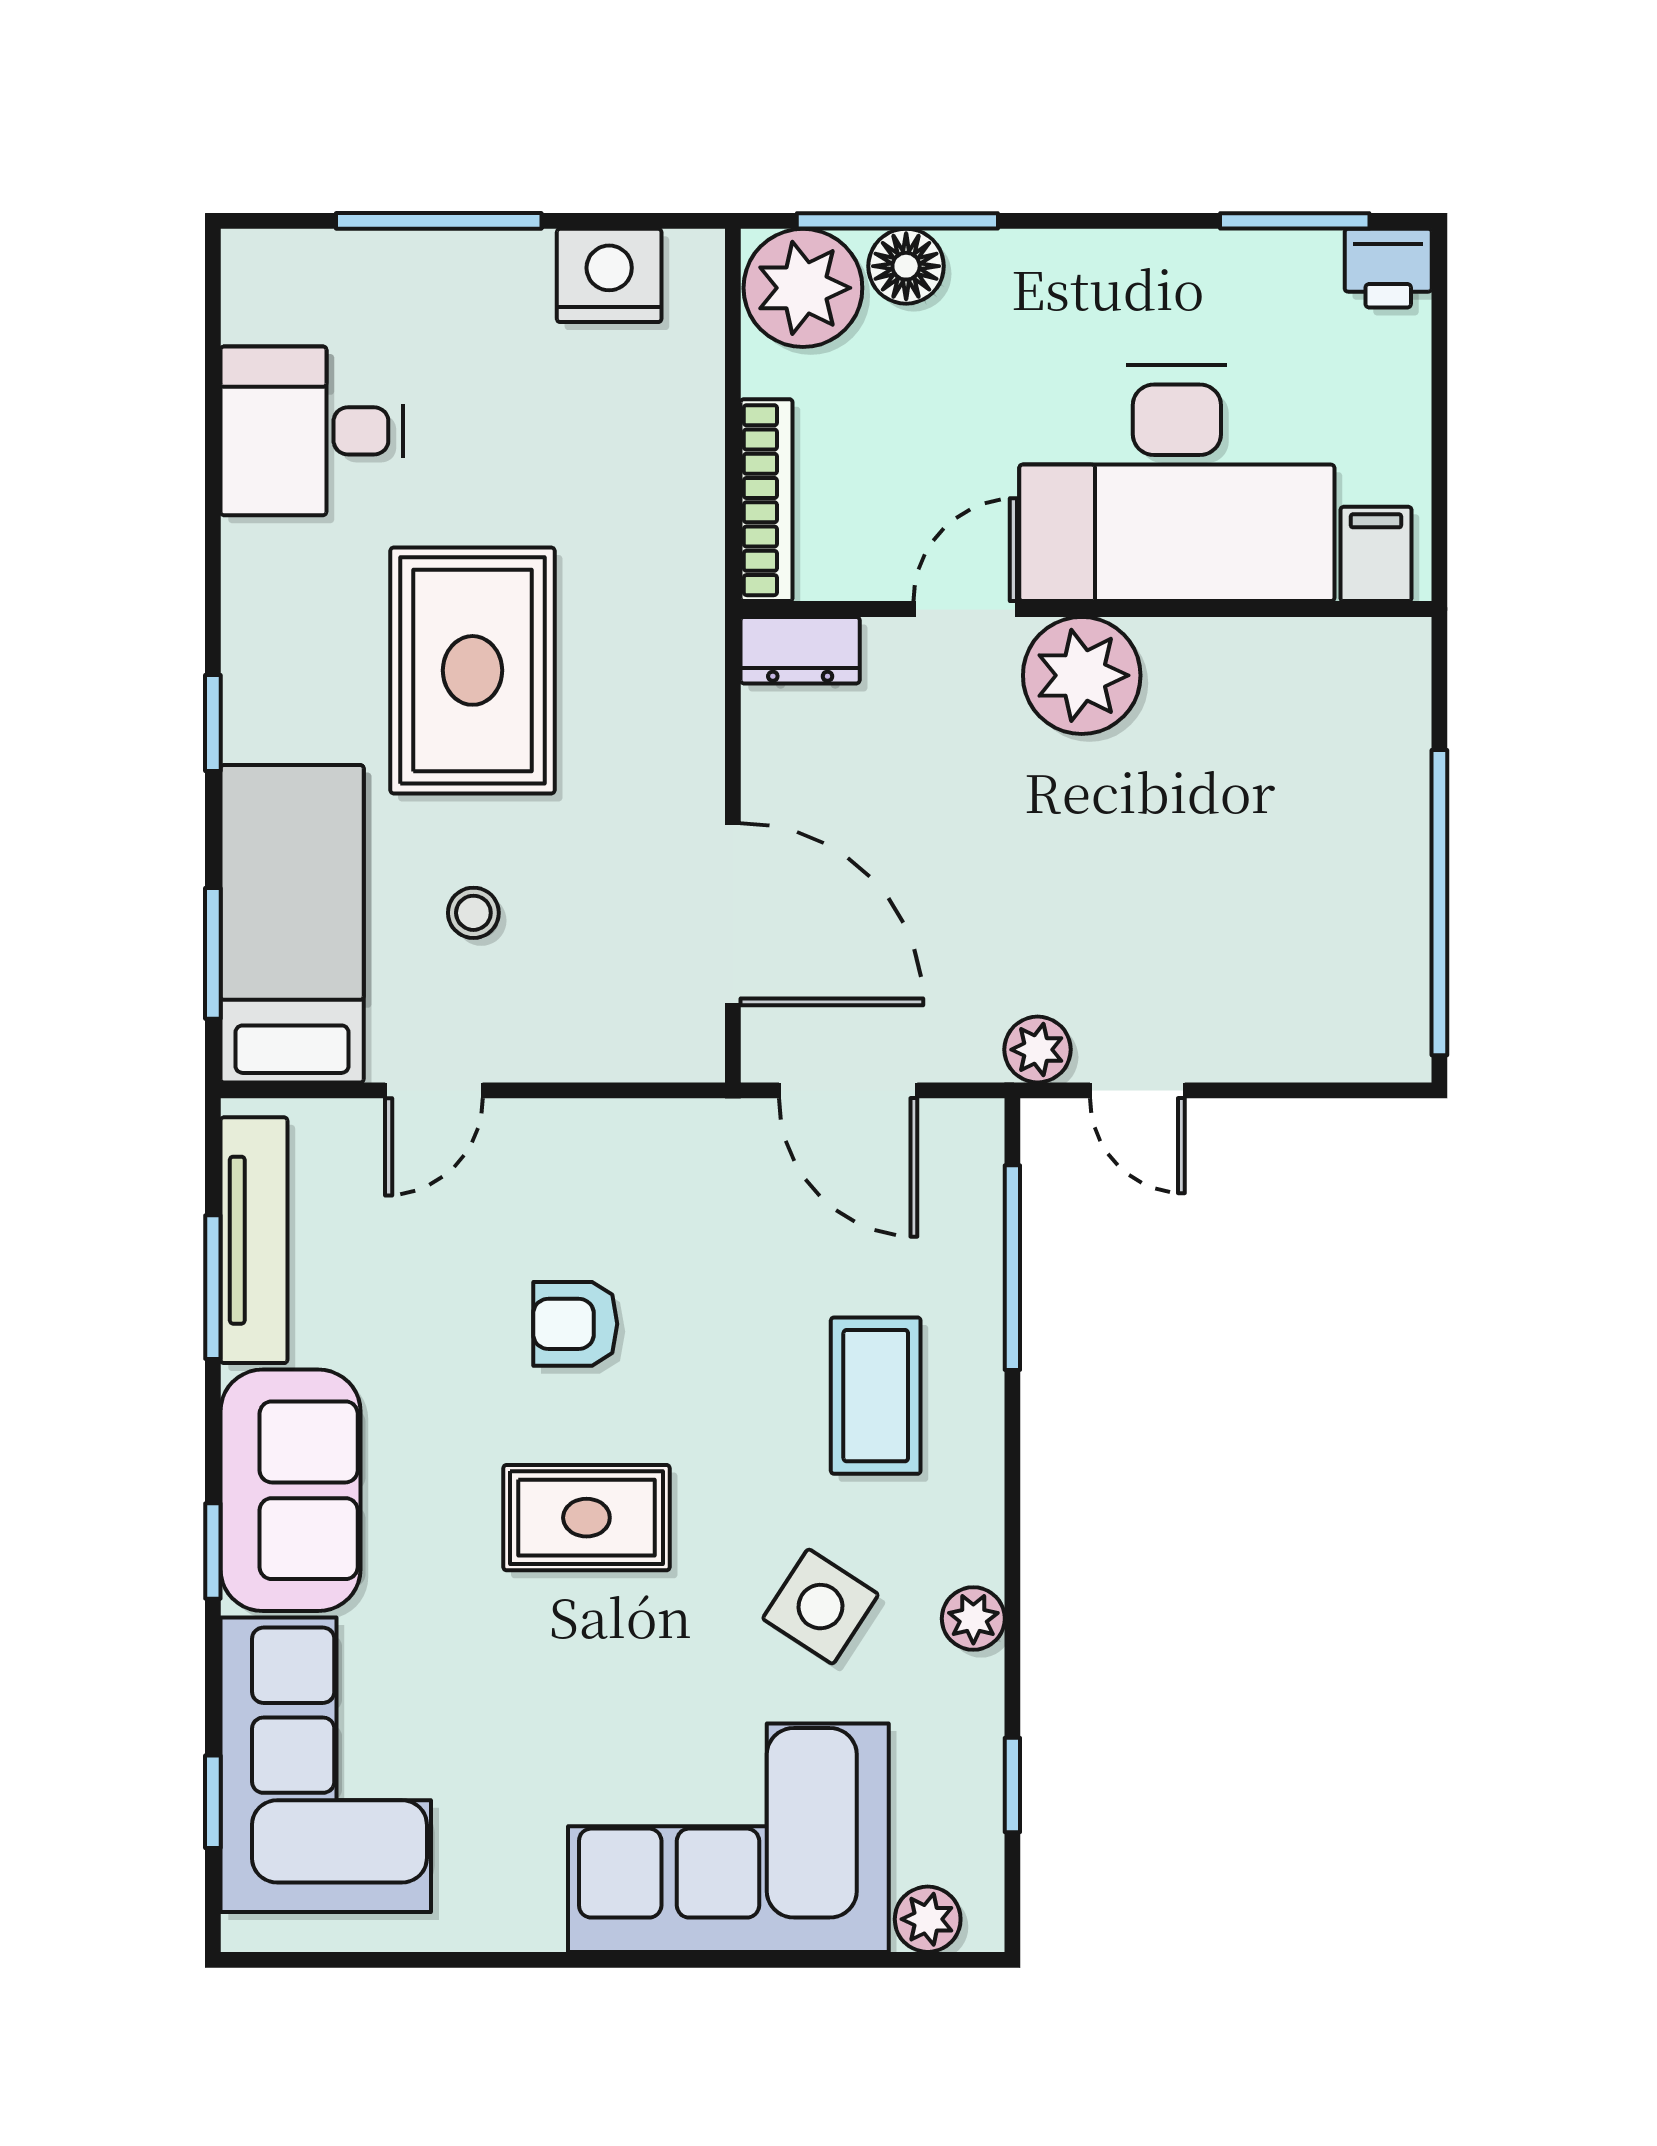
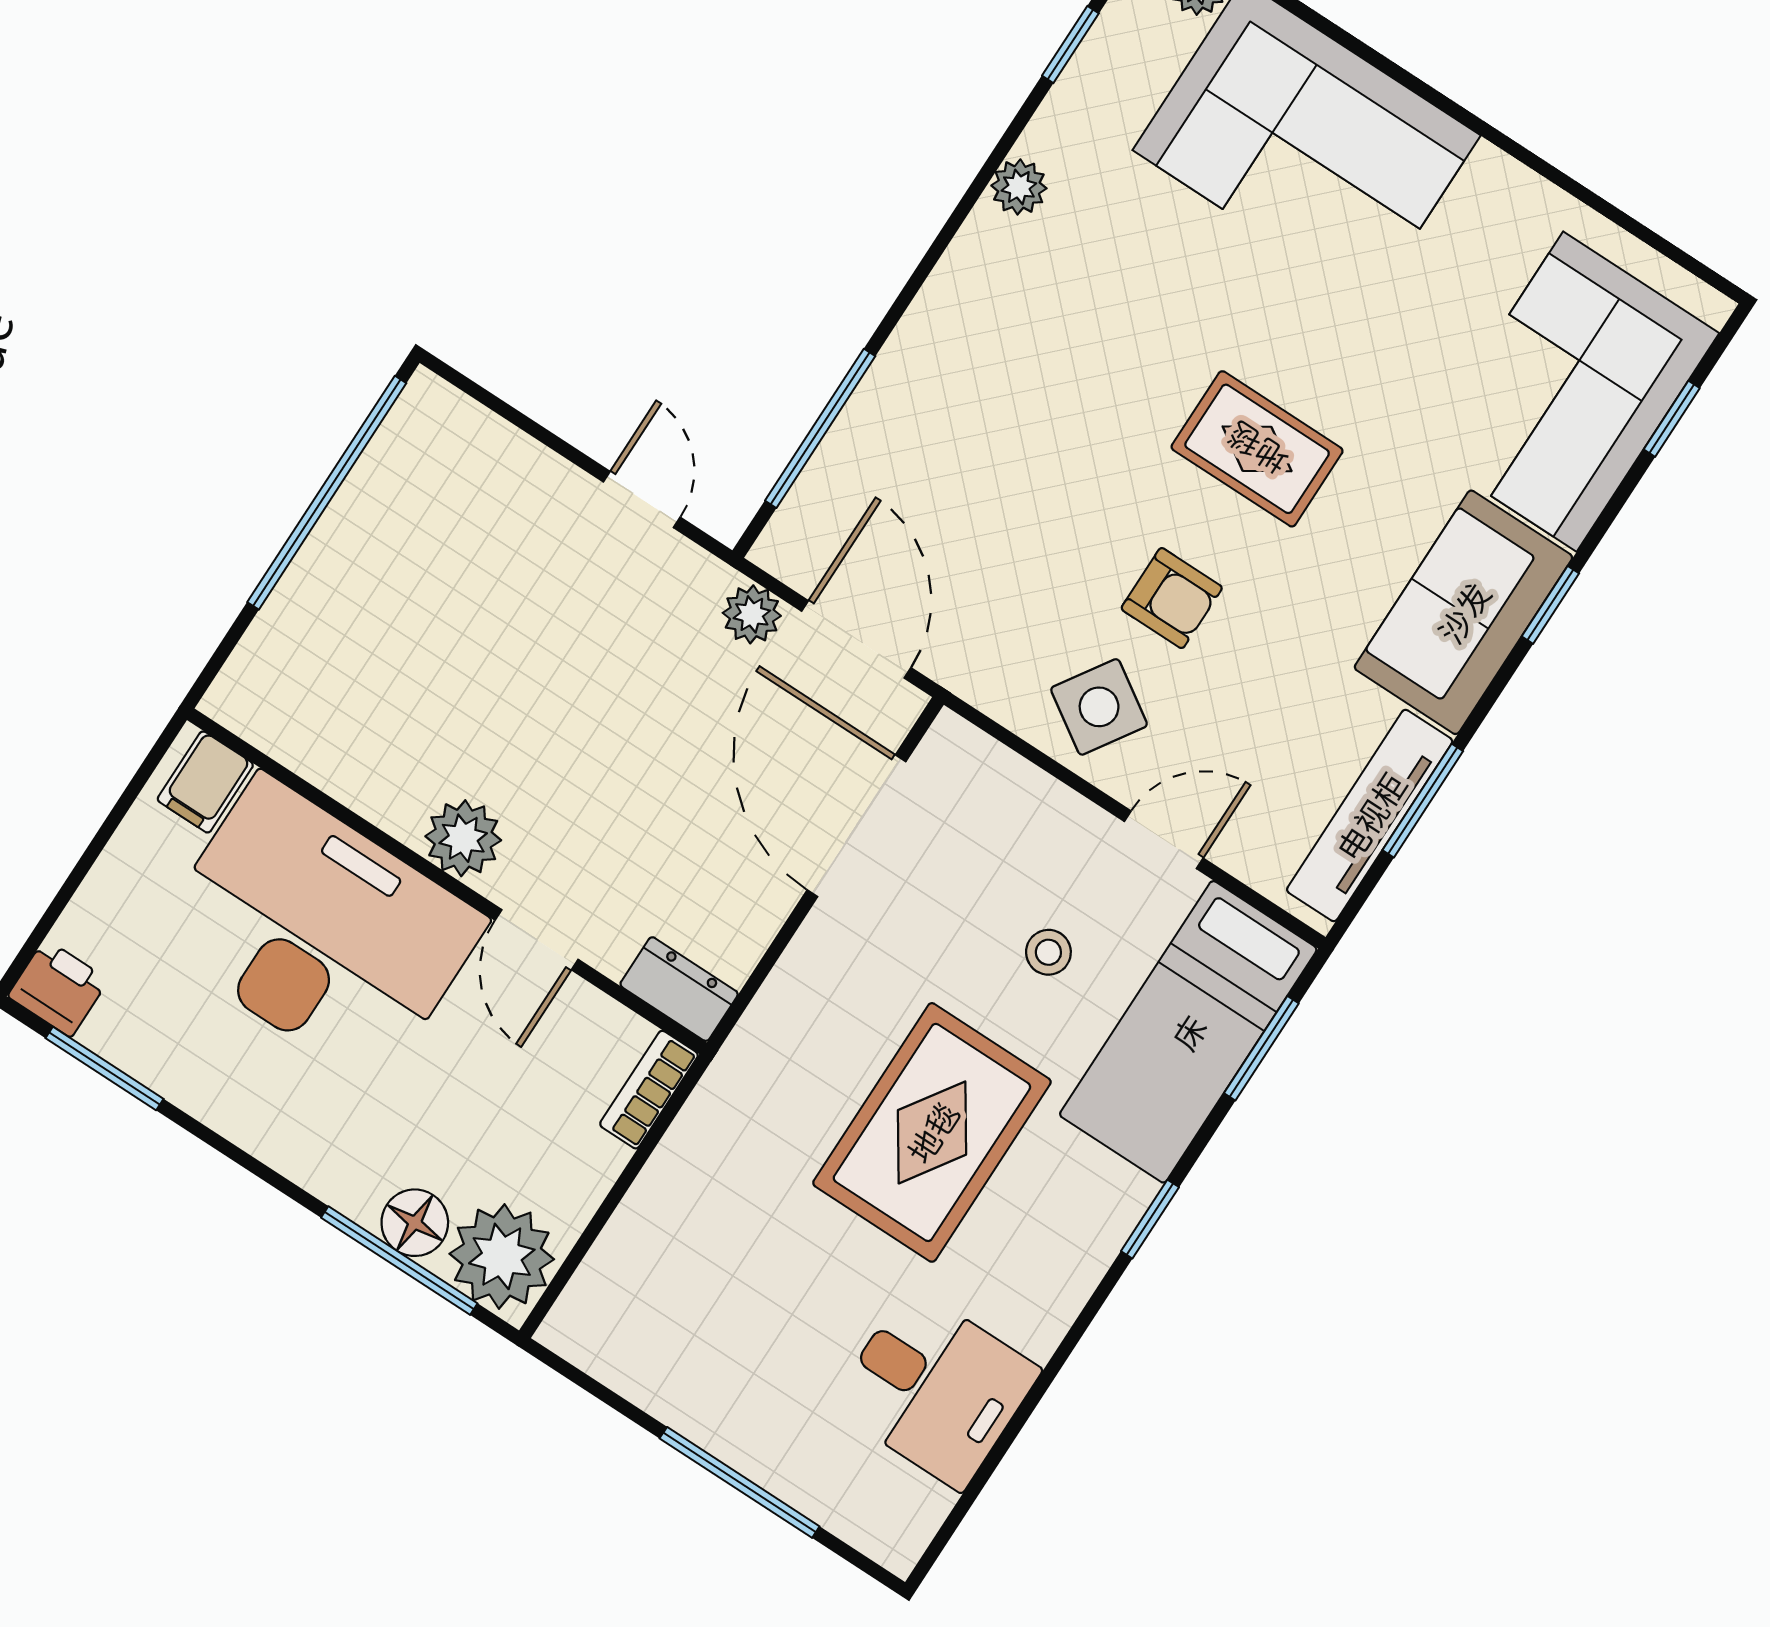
nightstand: (609, 275) -> (639, 1359), removed
bookcase: (767, 500) -> (649, 1090), width x0.64
door: (965, 609) -> (537, 940), hinge flipped
plant: (1082, 675) -> (463, 838), width x0.73, depth x0.73
plant: (1038, 1050) -> (752, 614), moved
coffee table: (876, 1396) -> (984, 400), removed
side table: (820, 1607) -> (1099, 707), moved

